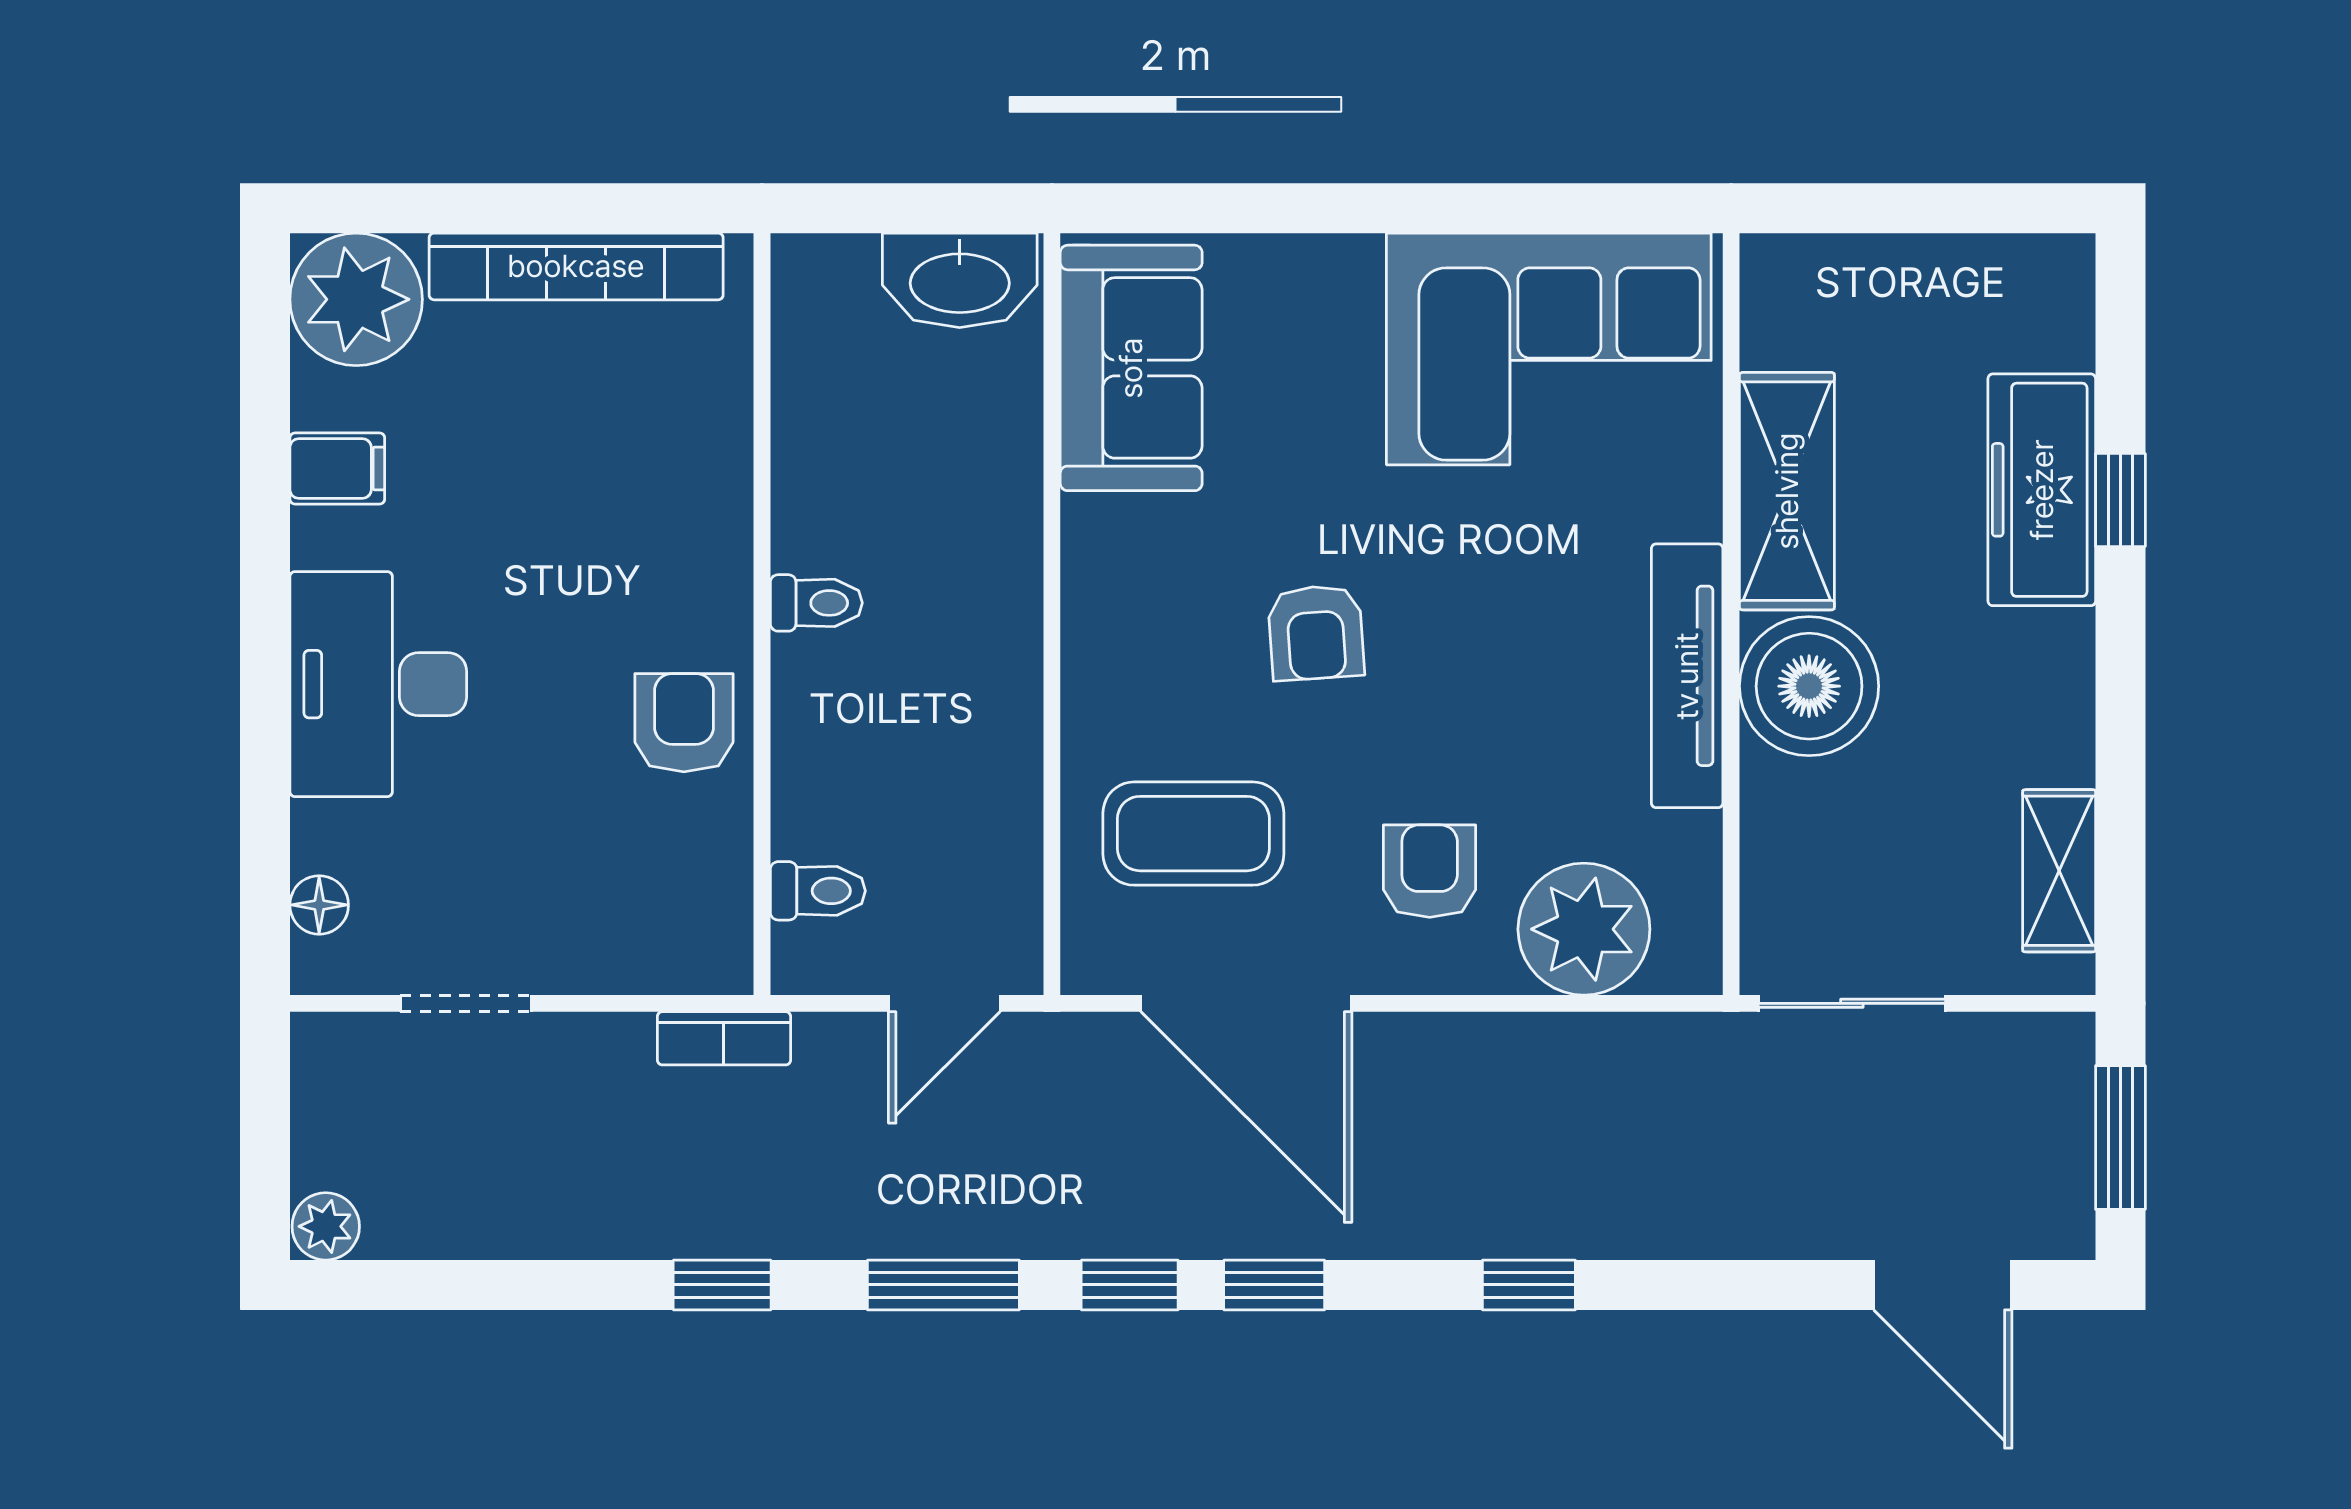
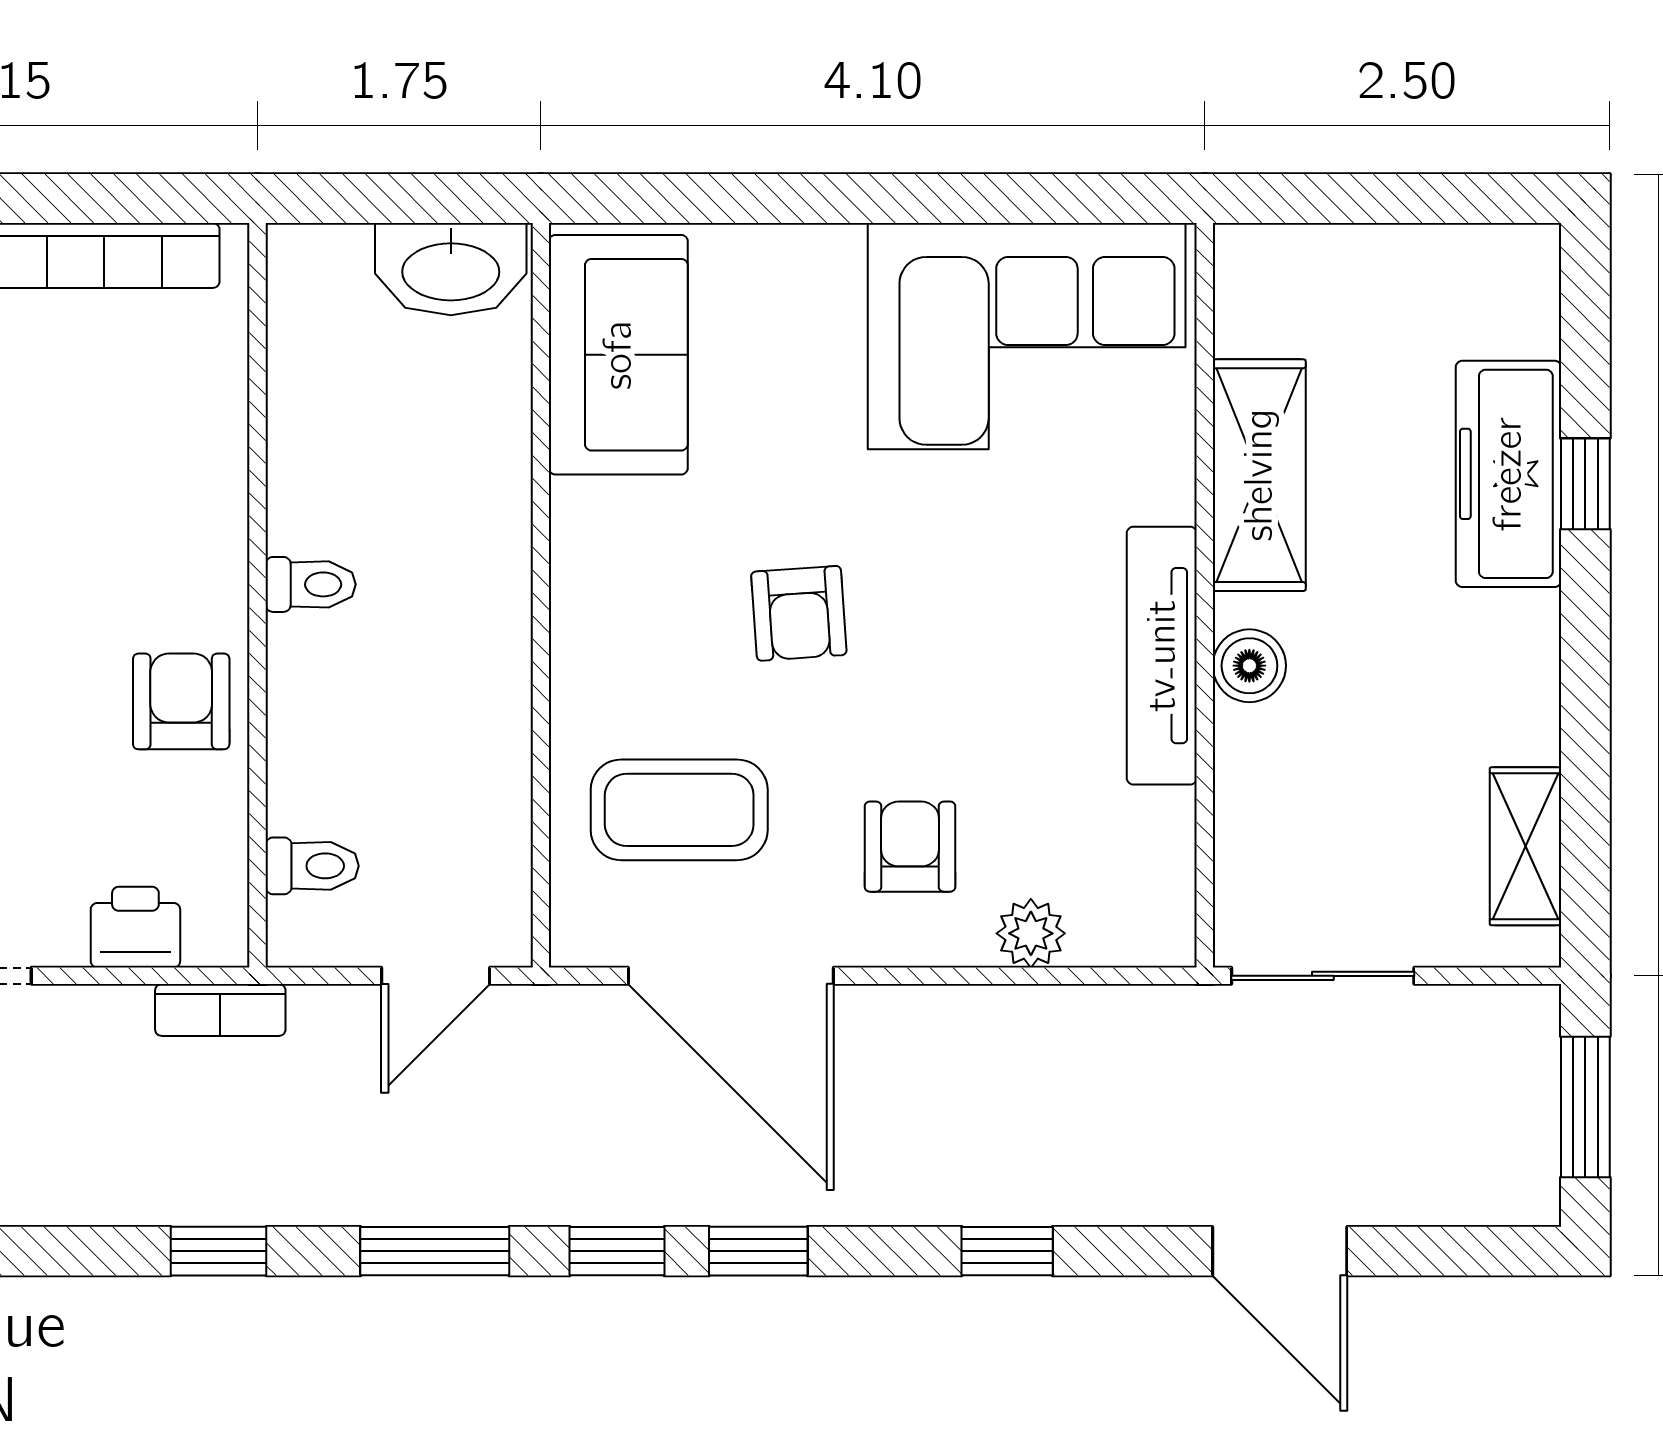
boiler: (1809, 686) -> (1249, 666), width x0.54, depth x0.54
plant: (1584, 929) -> (1031, 933), width x0.53, depth x0.53
printer: (637, 954) -> (135, 927), added
door: (1943, 1285) -> (1280, 1251), moved

